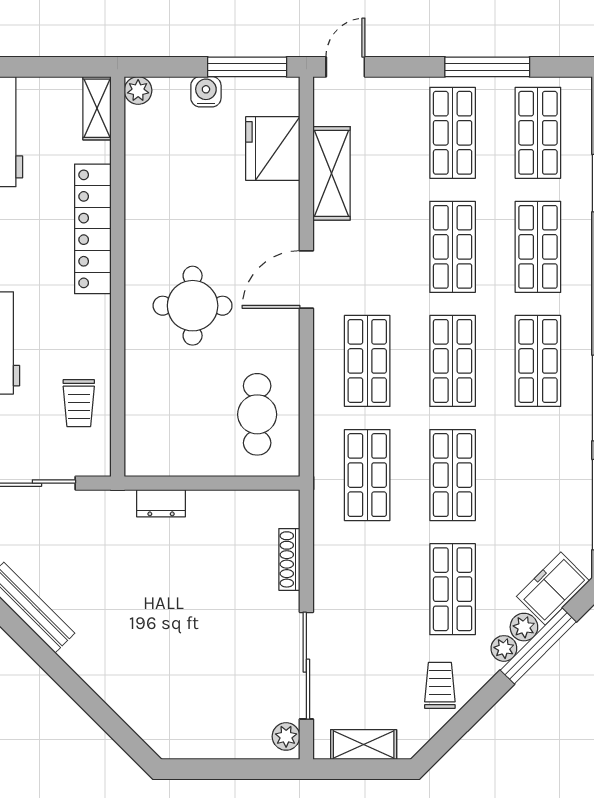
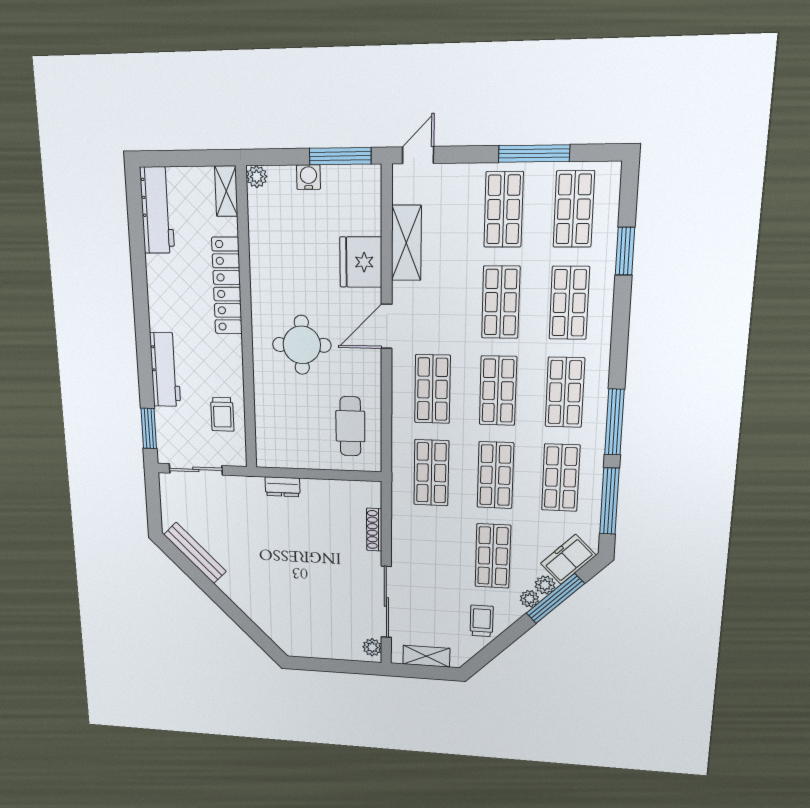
fridge: (273, 149) -> (361, 262), moved
shop shelf: (538, 475) -> (561, 478), added

